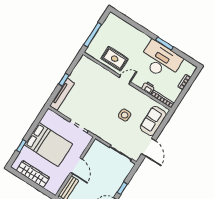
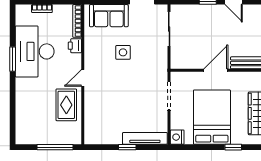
door: (125, 80) -> (83, 78), hinge flipped
nightstand: (50, 115) -> (177, 137), added

